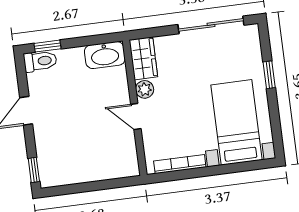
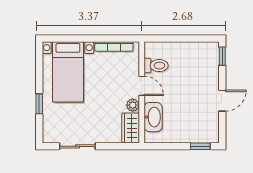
sliding door: (211, 25) -> (77, 146), width x0.73
washbasin: (105, 55) -> (153, 117), moved, turned 90
toilet: (40, 61) -> (156, 66), moved, turned 180

